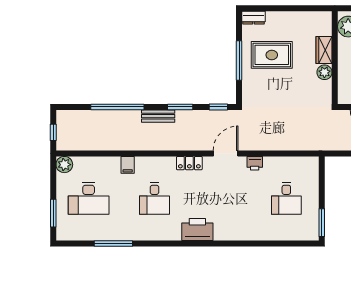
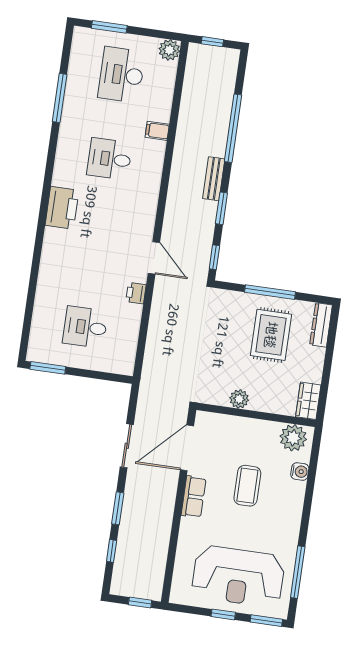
dresser: (253, 18) -> (321, 325), width x1.44
wardrobe: (324, 50) -> (308, 401), moved, turned -90
locker: (189, 163) -> (148, 210), removed

